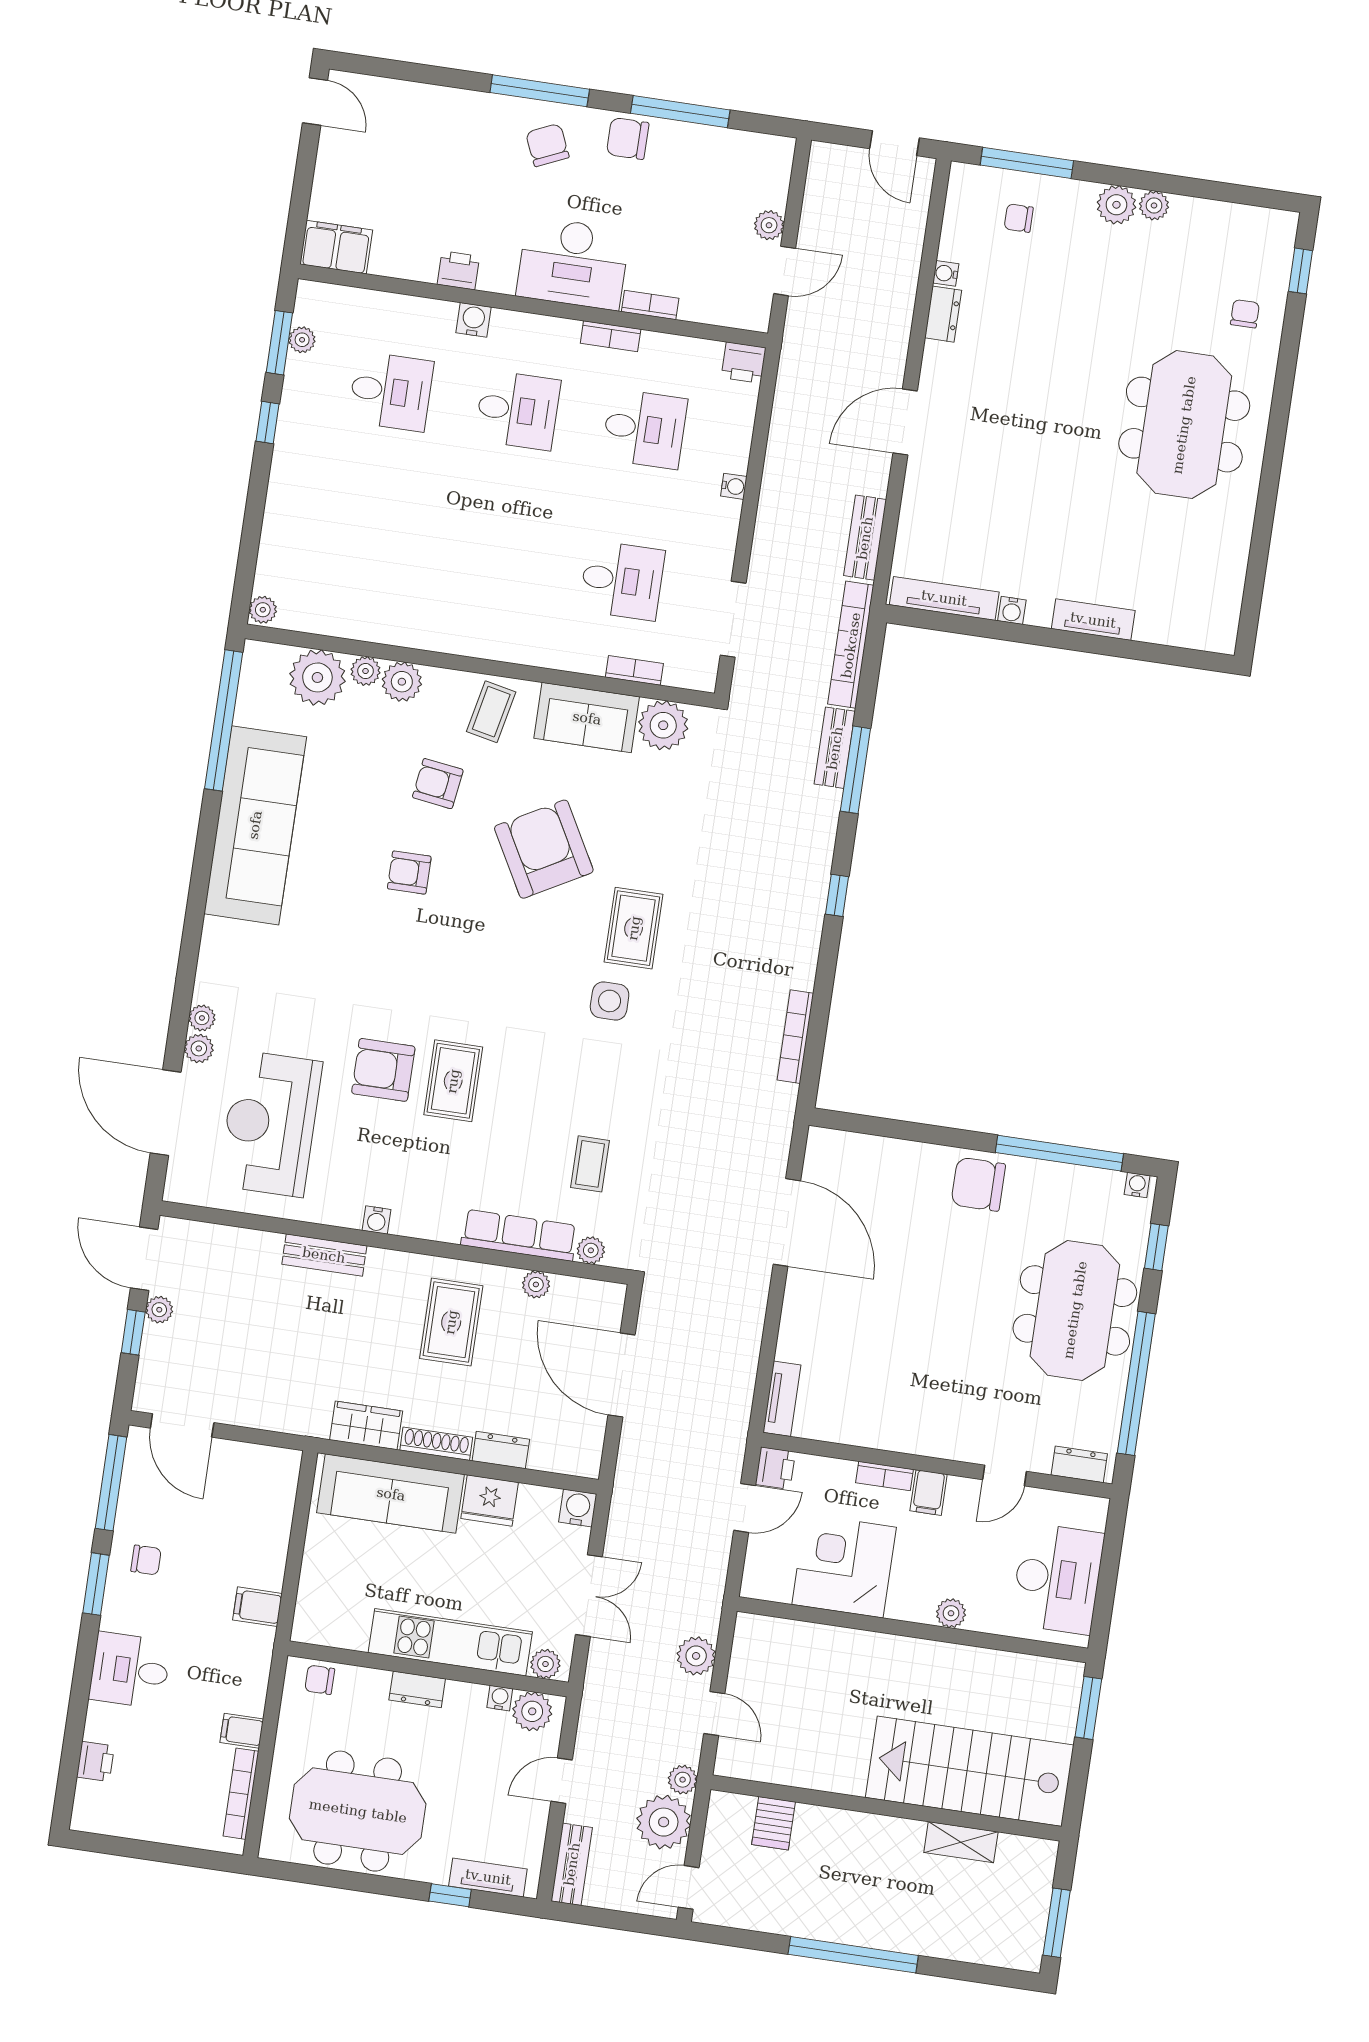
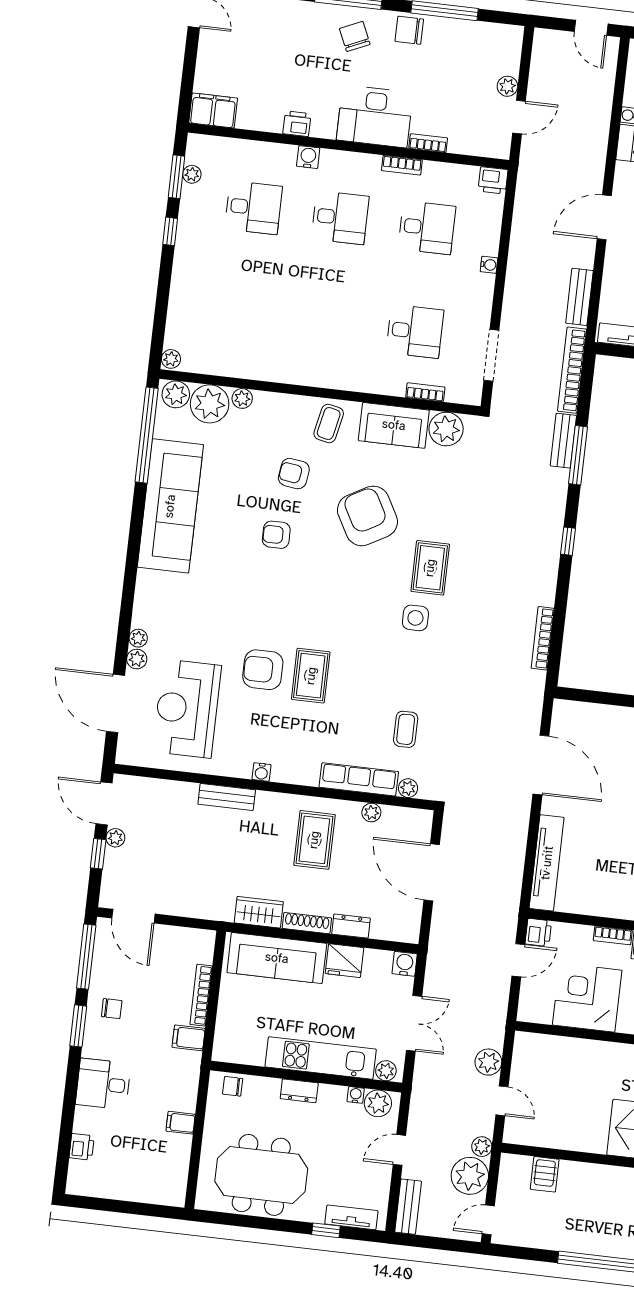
plant: (402, 682) -> (176, 394), moved
tv unit: (782, 1399) -> (547, 863), width x1.92, depth x1.29
bookcase: (241, 1794) -> (201, 995), moved

